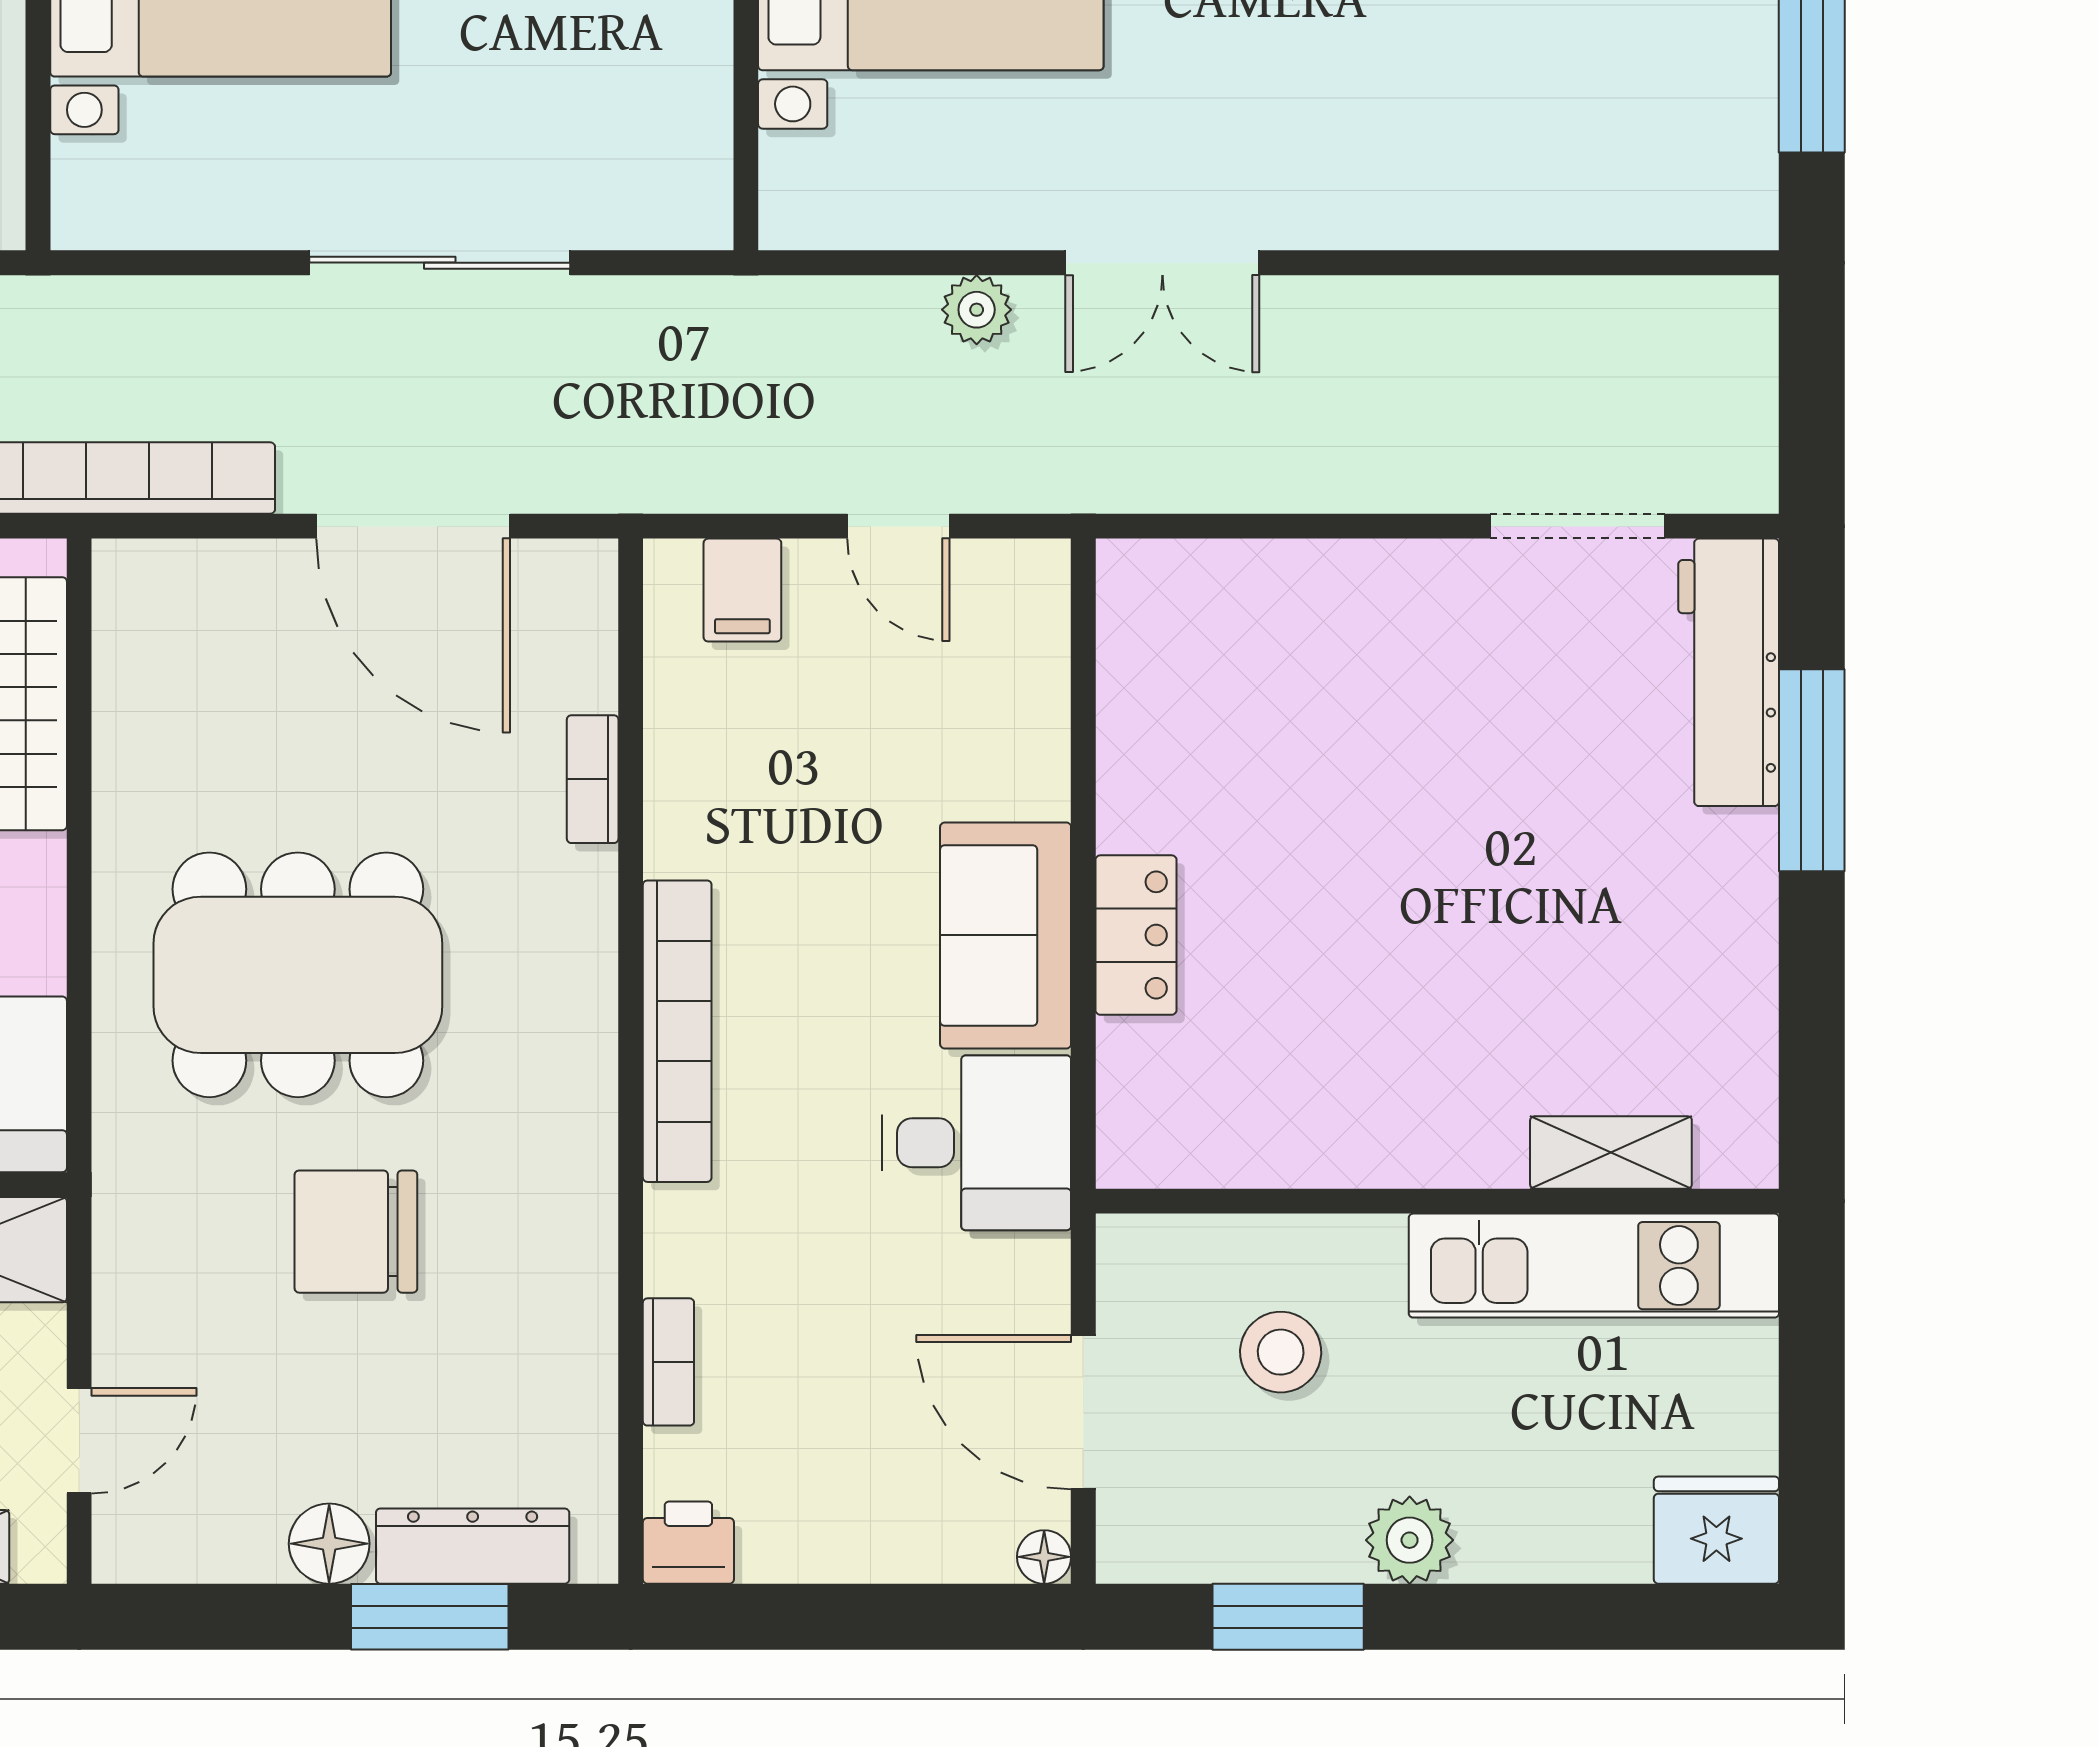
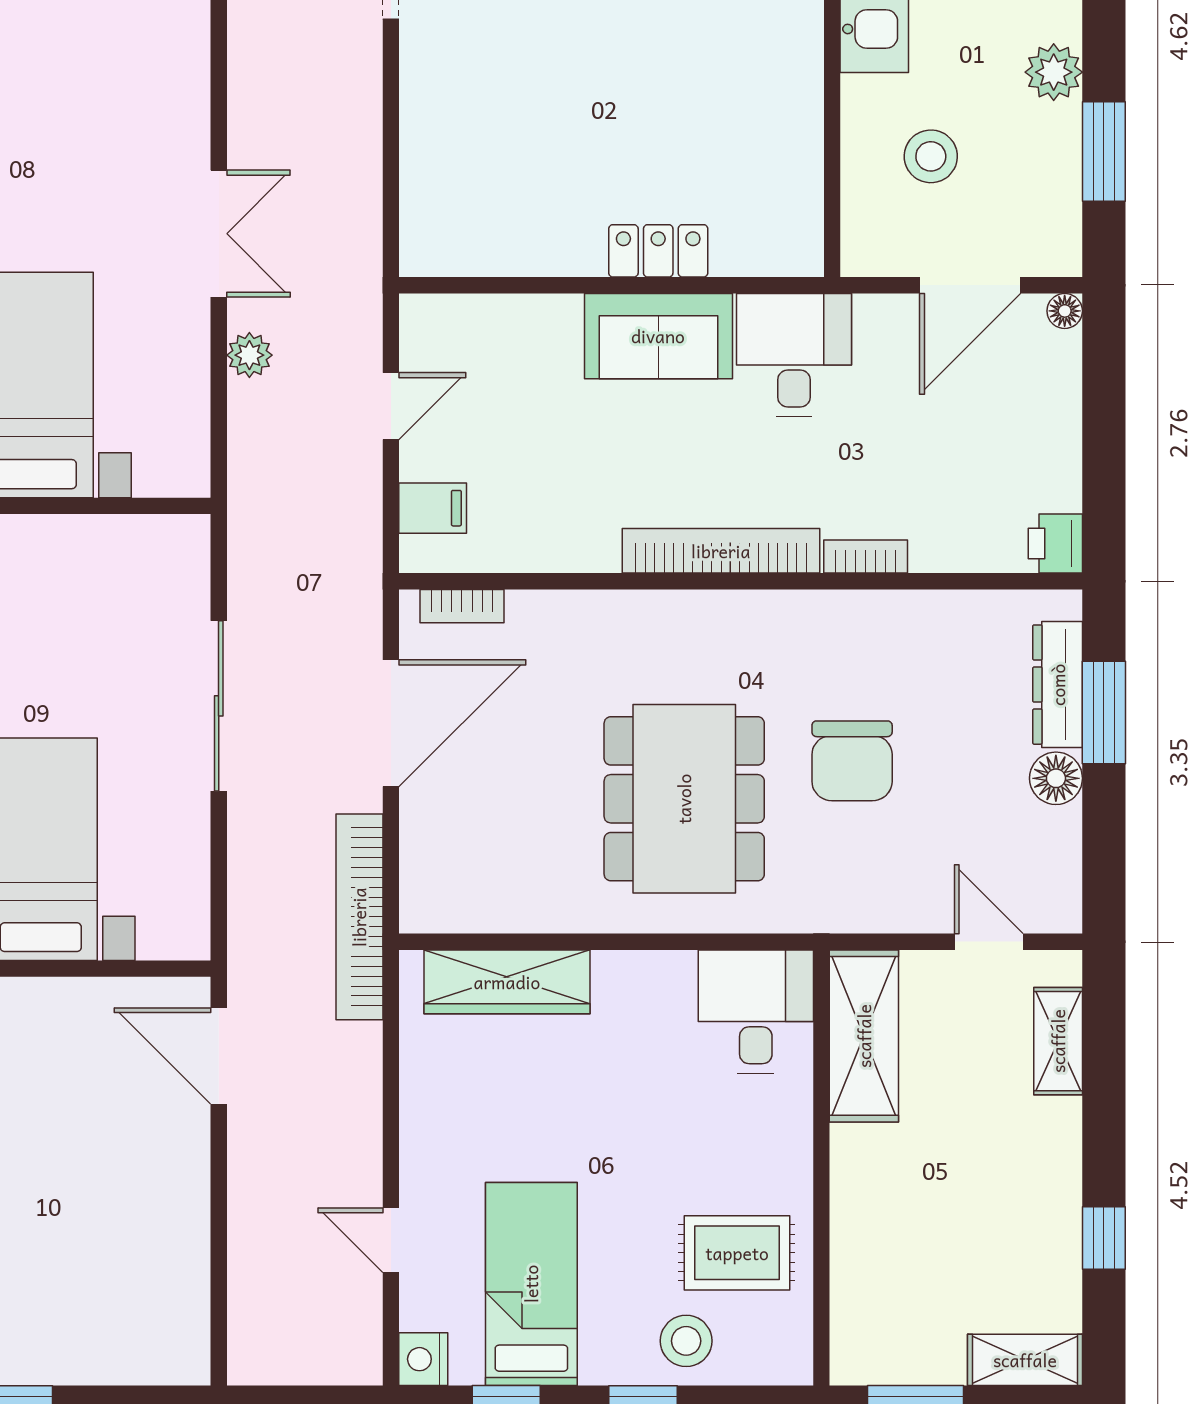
bookcase: (593, 779) -> (462, 606), moved
bookcase: (668, 1362) -> (866, 556), moved

